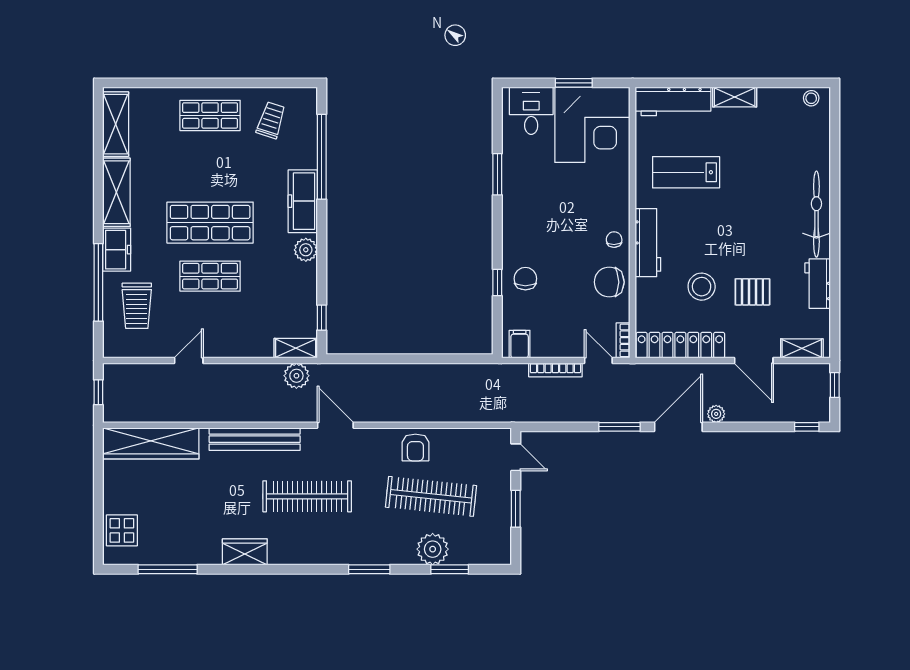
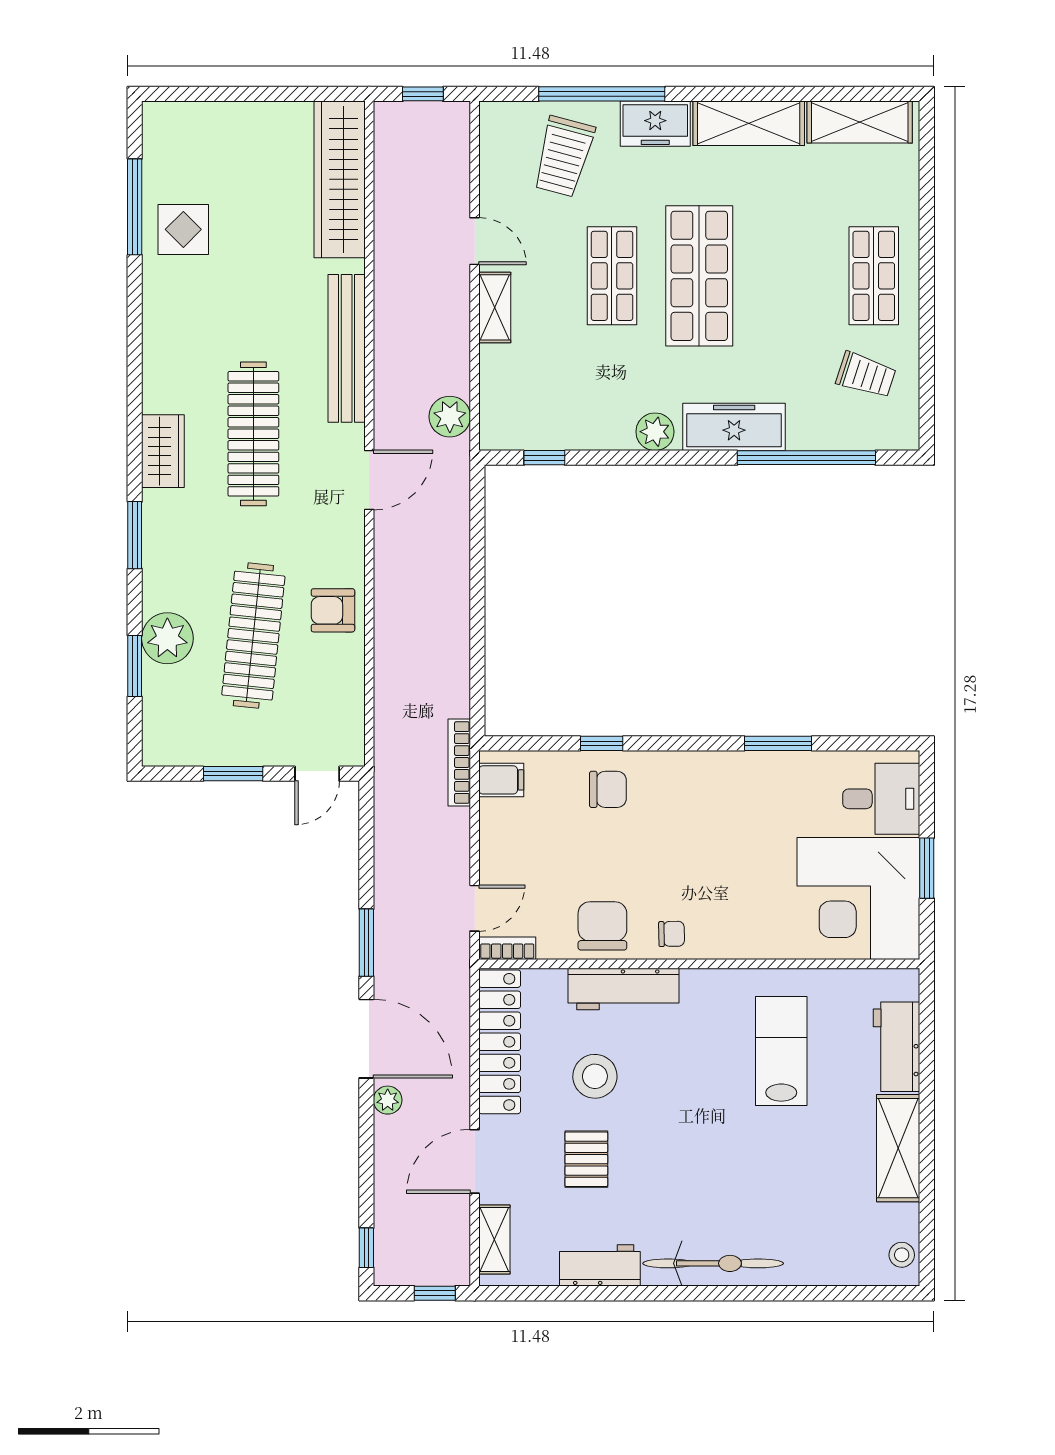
shelving: (735, 97) -> (898, 1148), width x1.50, depth x1.33
workbench: (673, 101) -> (897, 1047), width x0.73
workbench: (648, 243) -> (623, 989), moved
trolley: (137, 306) -> (564, 157), turned -75
shelving: (296, 348) -> (495, 307), moved
bookcase: (555, 370) -> (459, 762), moved
display table: (122, 530) -> (183, 229), moved
wardrobe: (245, 552) -> (163, 451), moved

